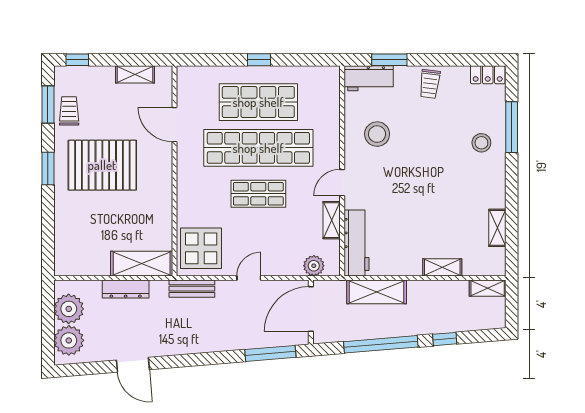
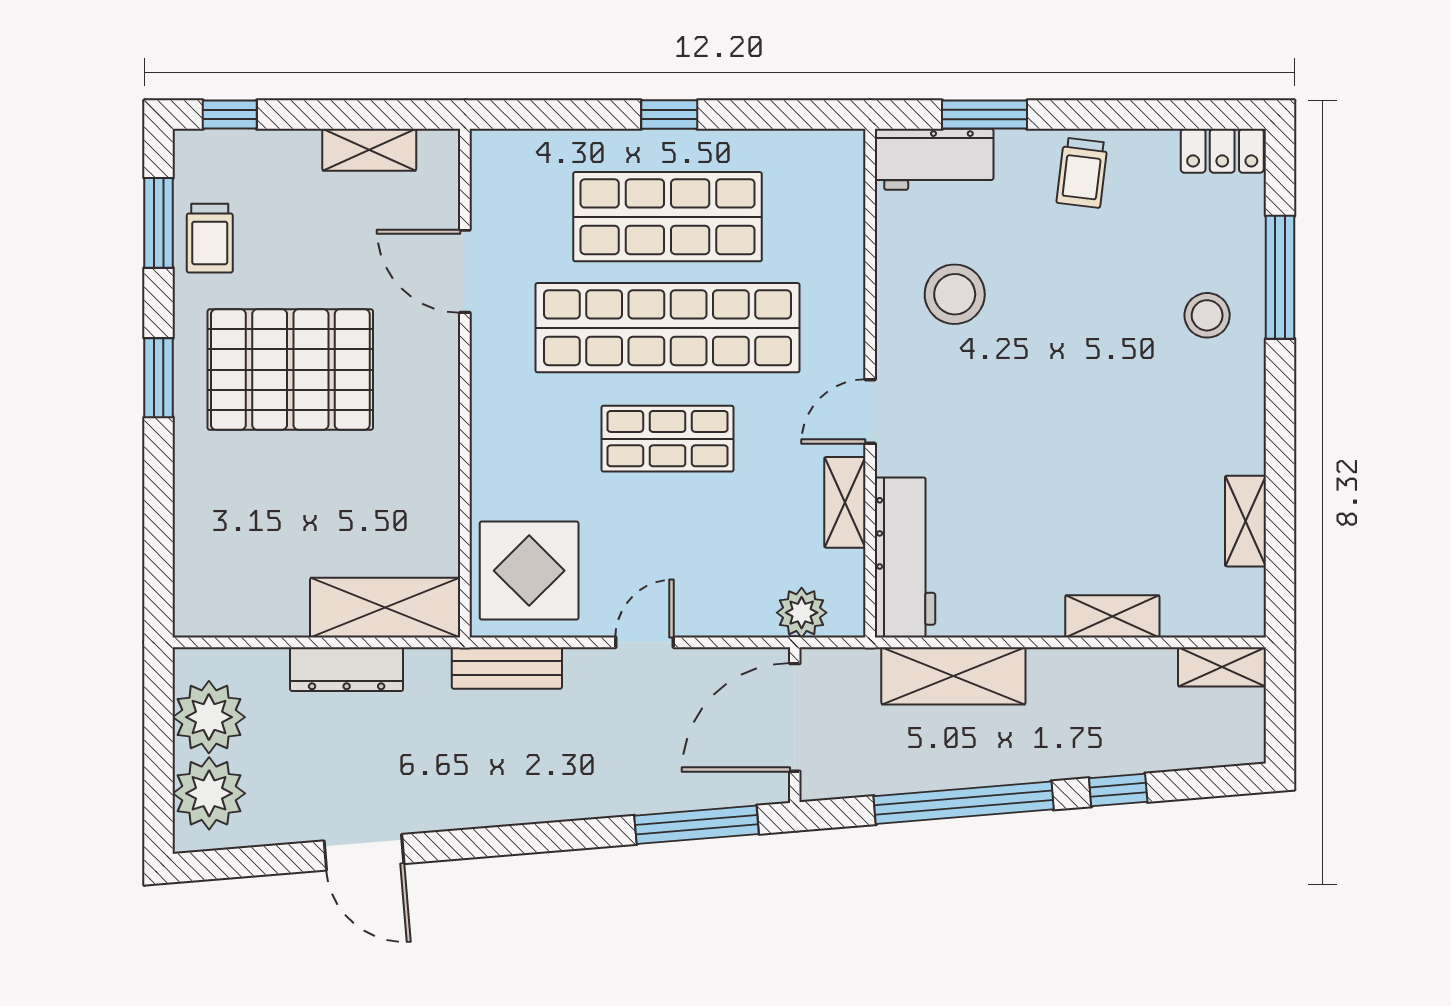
trolley: (69, 111) -> (210, 238), turned 180

